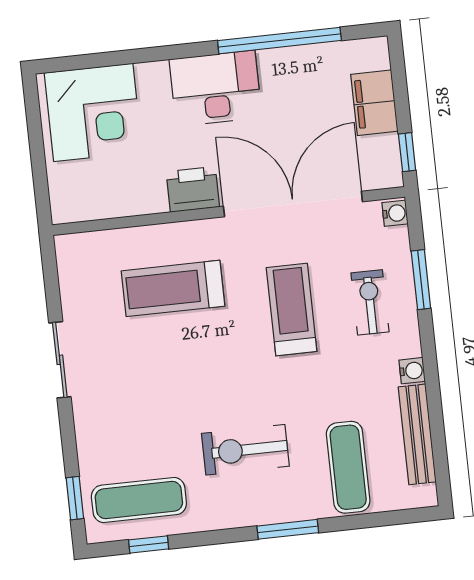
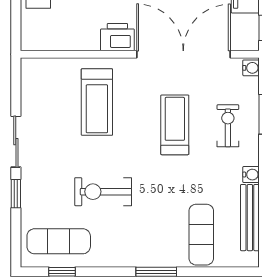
treadmill: (173, 288) -> (97, 102), turned -90
exercise bike: (245, 450) -> (103, 192), moved
window: (75, 498) -> (16, 194), moved

